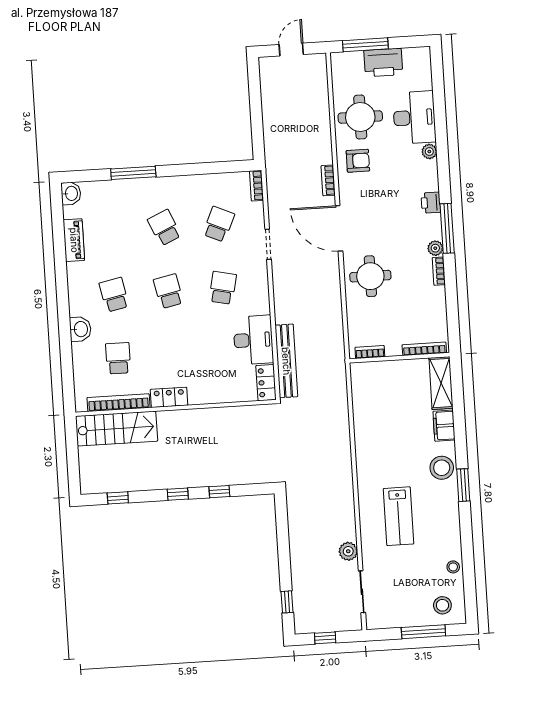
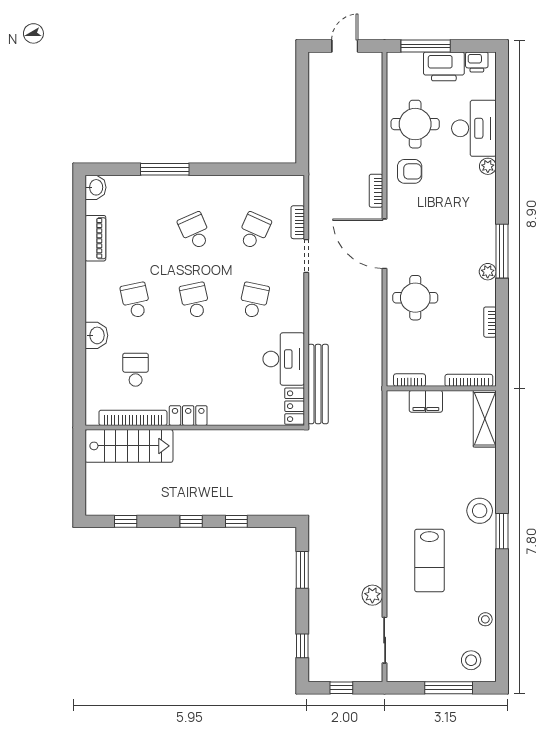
bookcase: (256, 186) -> (298, 222), moved
printer: (431, 203) -> (477, 62), moved, turned -90
bookcase: (439, 271) -> (490, 322), moved
filing cabinet: (444, 426) -> (426, 401), moved, turned -90
window: (283, 532) -> (302, 570), added

